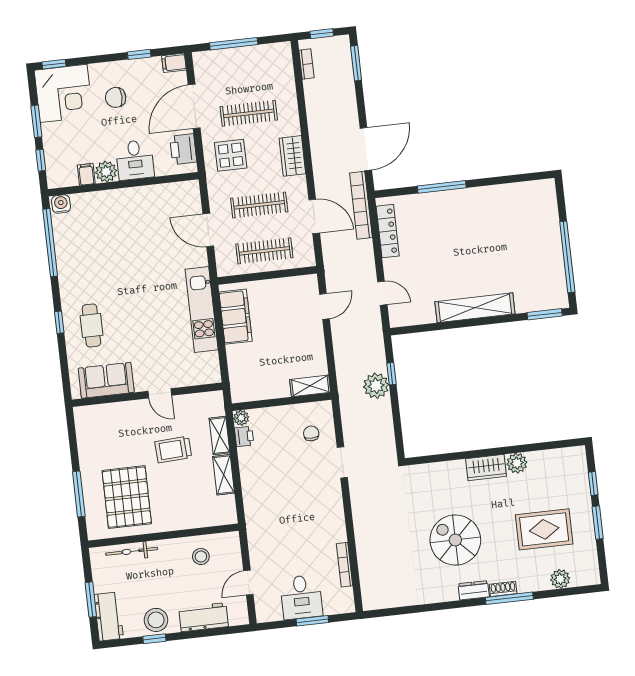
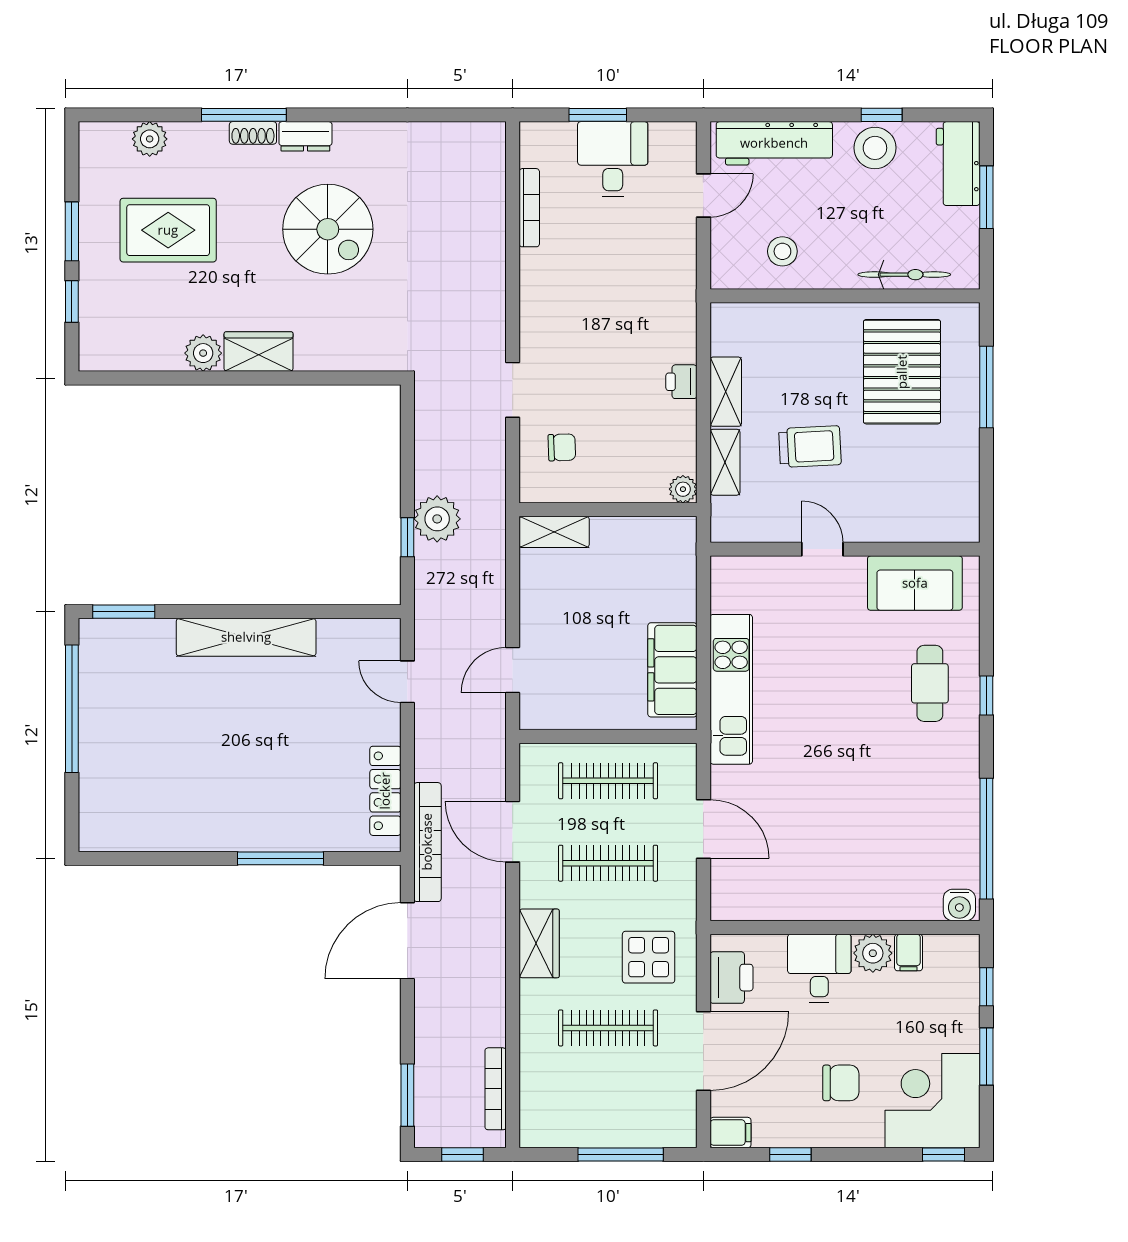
bookcase: (307, 64) -> (496, 1089), width x1.56
chair: (311, 433) -> (562, 447), turned -92
printer: (244, 436) -> (681, 382), moved
workbench: (203, 617) -> (774, 143), width x1.38

